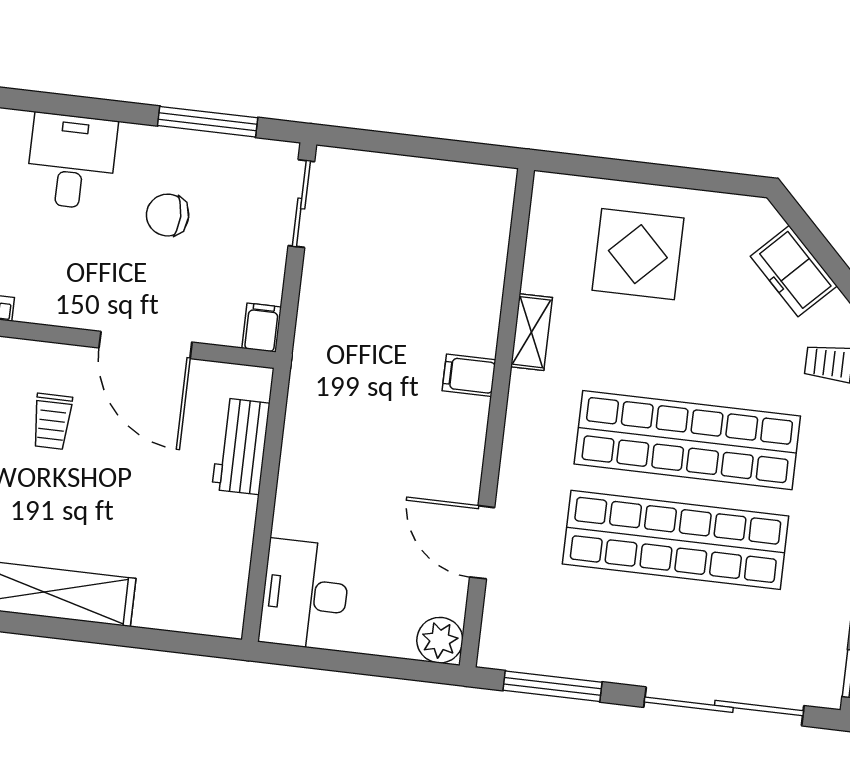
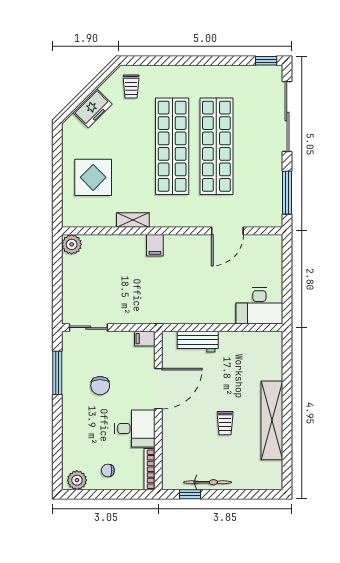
desk: (72, 161) -> (135, 429), moved, turned 180
trolley: (52, 421) -> (225, 423), moved, turned 90
plant: (440, 640) -> (72, 244), moved

